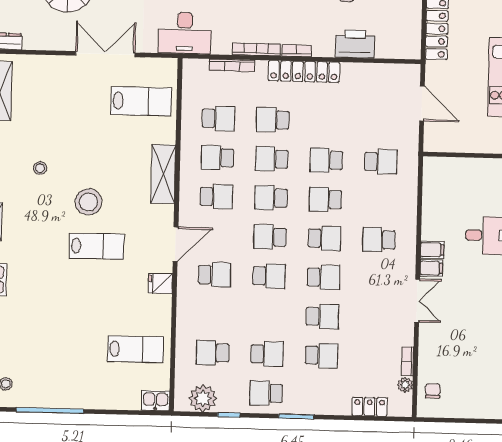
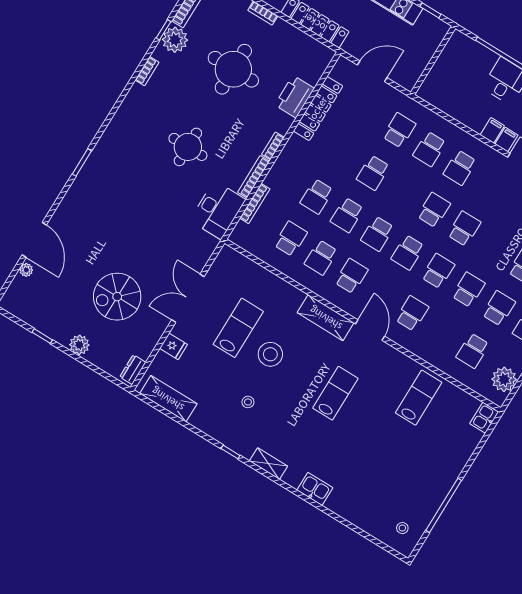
desk: (185, 33) -> (218, 210), moved
locker: (304, 71) -> (318, 109), moved
lab bench: (141, 101) -> (238, 328), moved
shelving: (163, 174) -> (326, 318), moved
school desk: (325, 199) -> (429, 149), moved
stool: (88, 202) -> (270, 354), moved
fridge: (160, 283) -> (174, 346), moved, turned -90
school desk: (323, 316) -> (468, 290), moved
lab bench: (136, 349) -> (419, 398), moved

